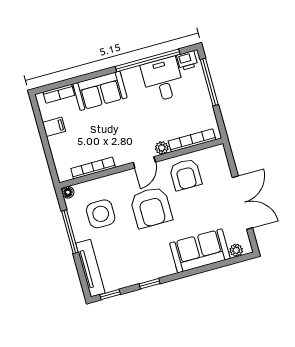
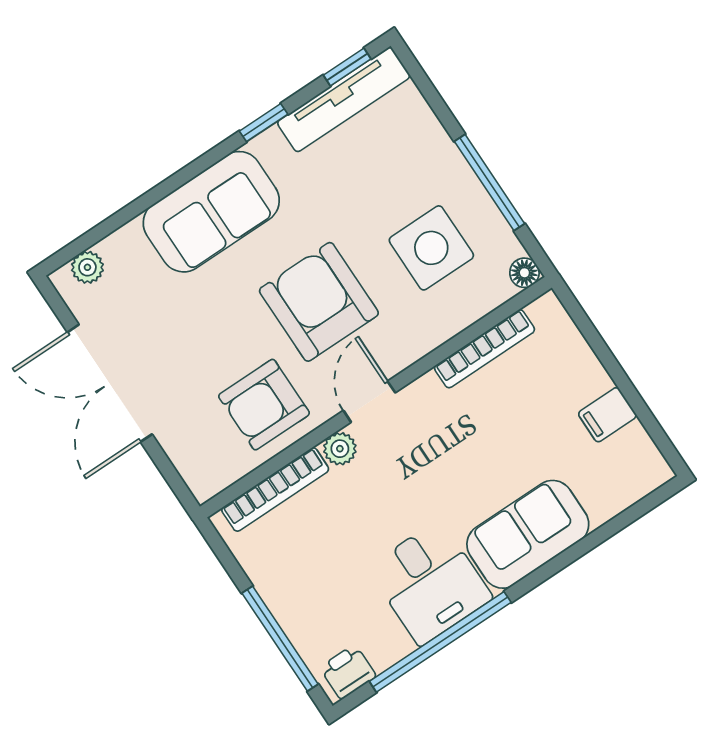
desk: (163, 79) -> (430, 583), moved
bookcase: (59, 94) -> (622, 496), removed
armchair: (185, 175) -> (264, 405), turned -90
sofa: (200, 251) -> (211, 212), moved
tv unit: (90, 268) -> (344, 99), moved, turned -90

